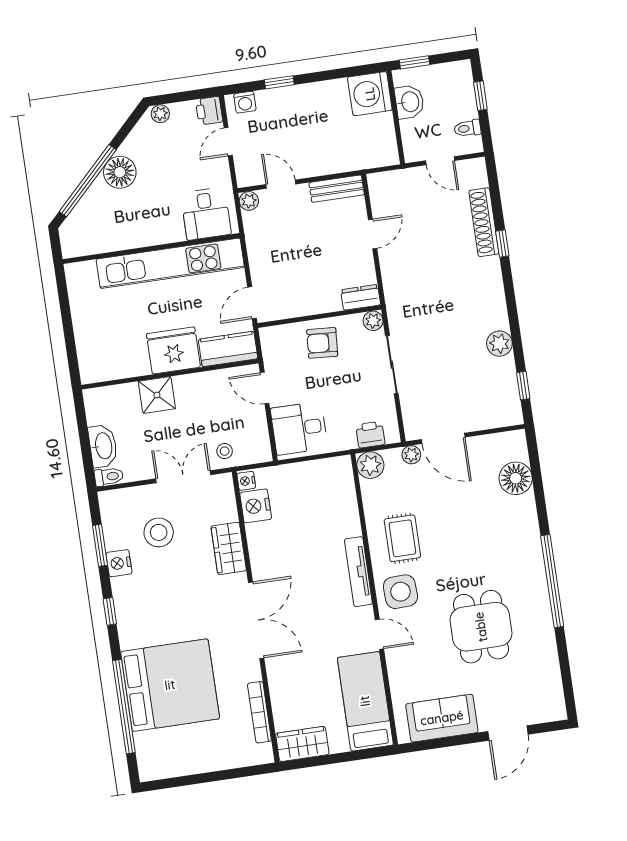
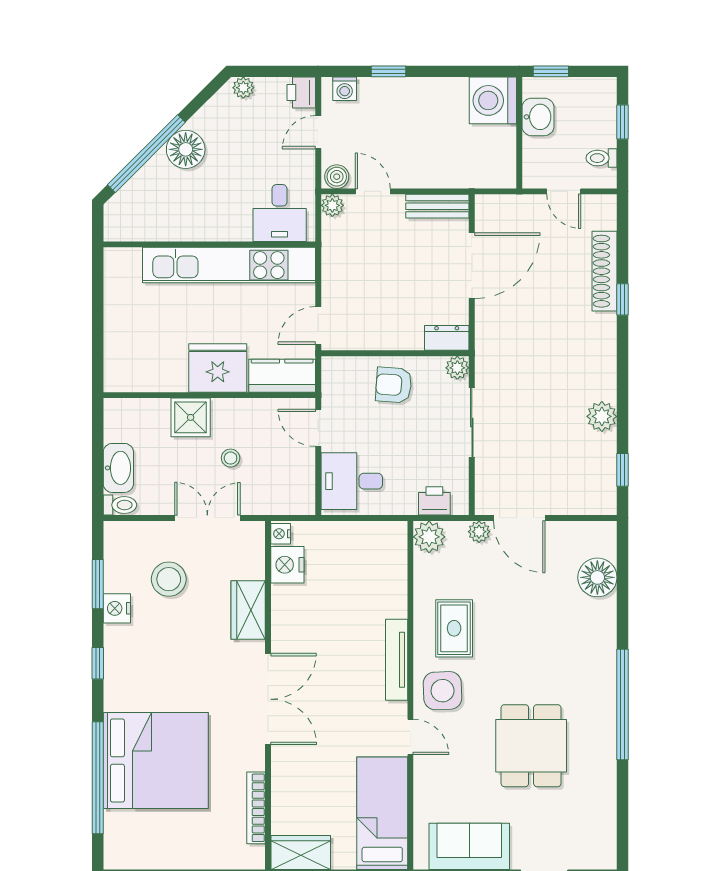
boiler: (249, 176) -> (337, 177), added
door: (373, 234) -> (472, 266), width x1.87
stool: (225, 451) -> (231, 458), moved

